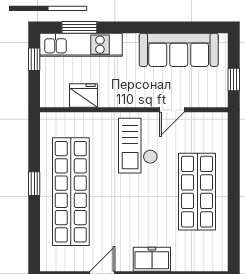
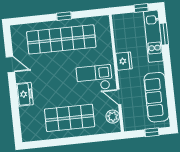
window: (234, 80) -> (152, 132), moved
fridge: (83, 96) -> (124, 61), moved
plant: (202, 123) -> (113, 117), added

